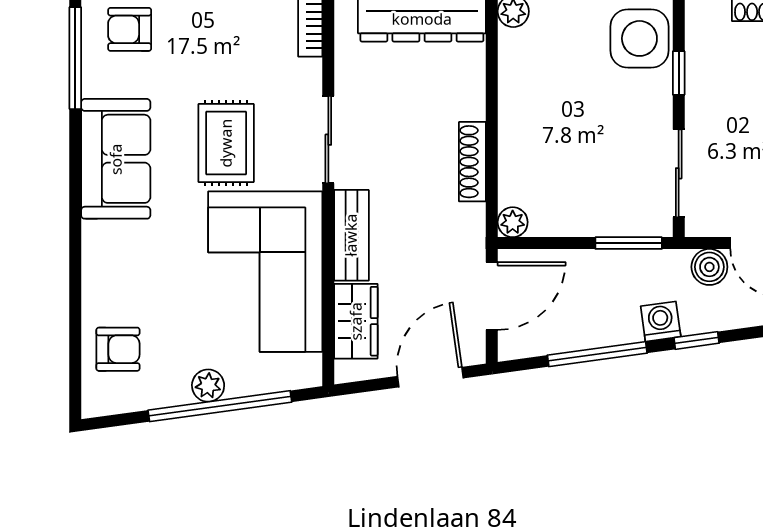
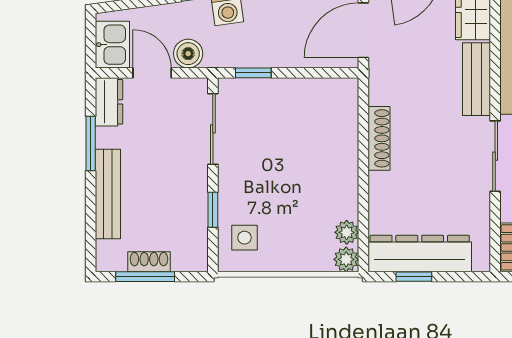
side table: (639, 38) -> (244, 238), width x0.54, depth x0.54
plant: (513, 222) -> (347, 232), moved
window: (629, 243) -> (253, 73), width x0.67

